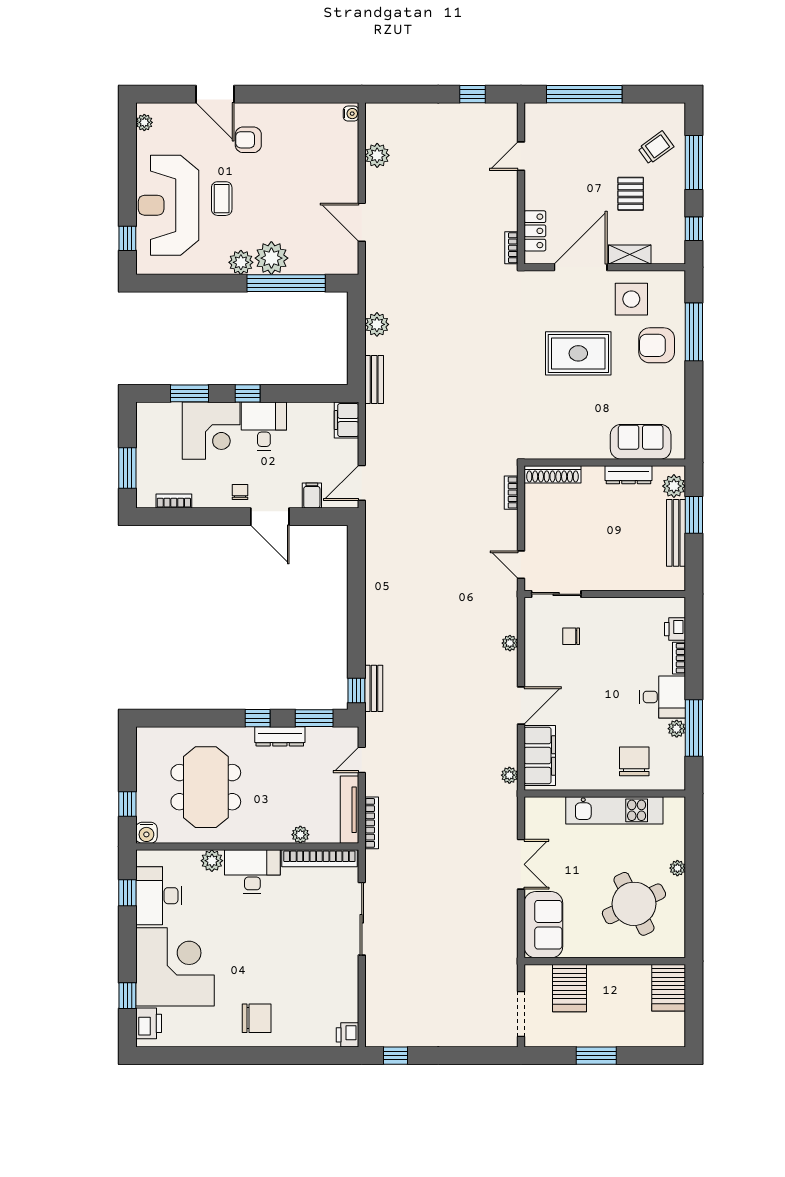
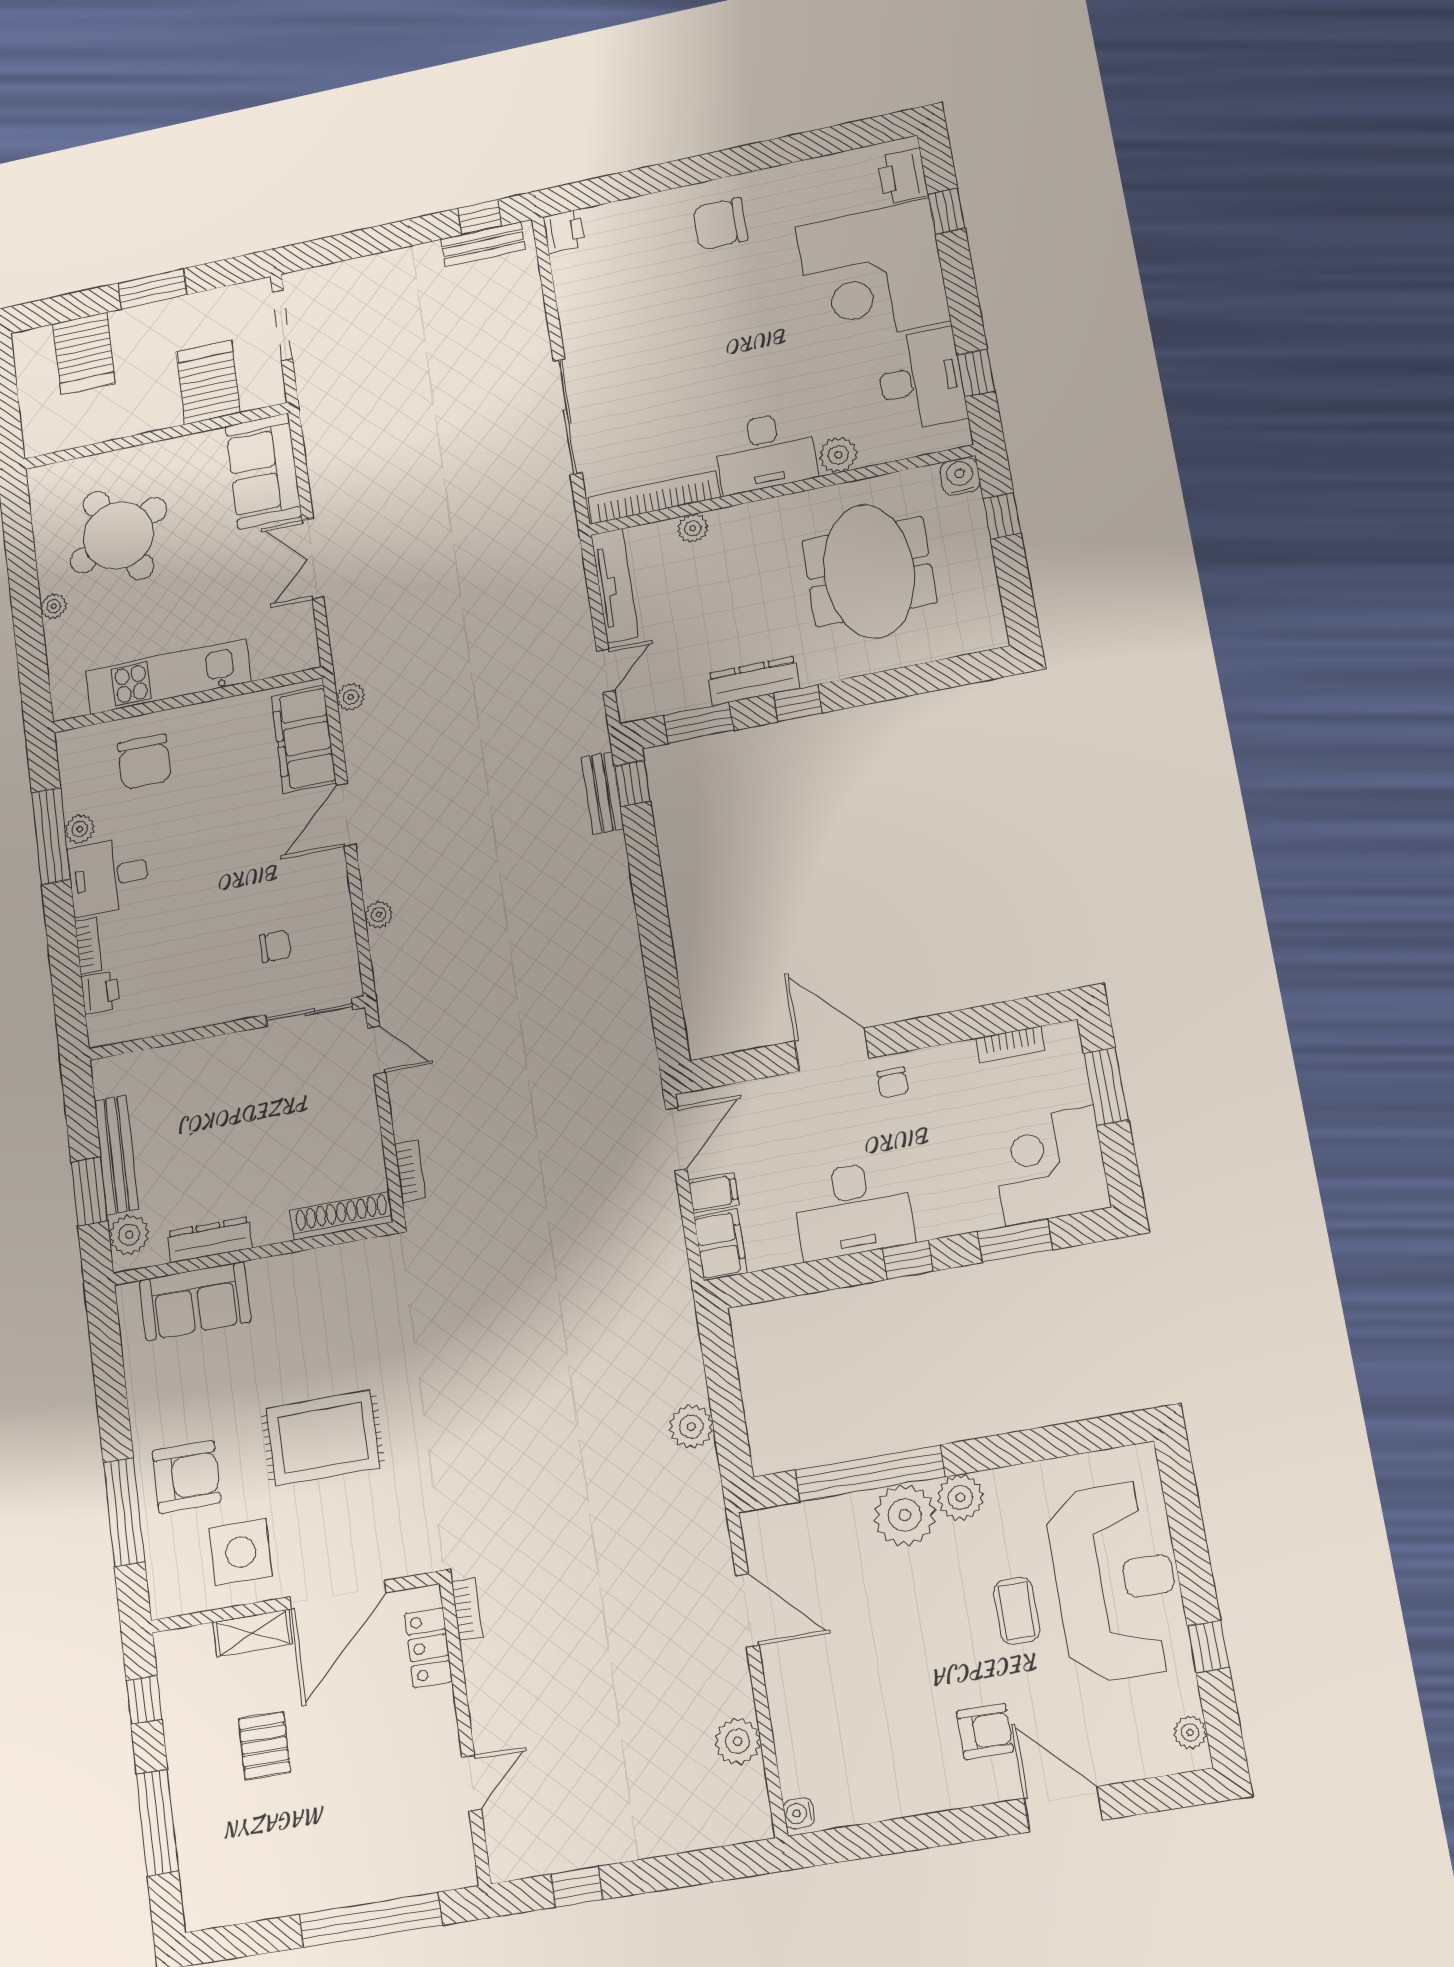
trolley: (656, 148) -> (229, 1839), removed
window: (127, 238) -> (1208, 1646), moved
bench: (374, 379) -> (483, 244), moved, turned 90
desk: (264, 426) -> (853, 1209), width x1.37
corner desk: (211, 431) -> (1050, 1166), moved
filing cabinet: (312, 495) -> (714, 1193), moved, turned -90
bookcase: (372, 823) -> (574, 572), removed
server rack: (669, 988) -> (84, 353), moved, turned 180

